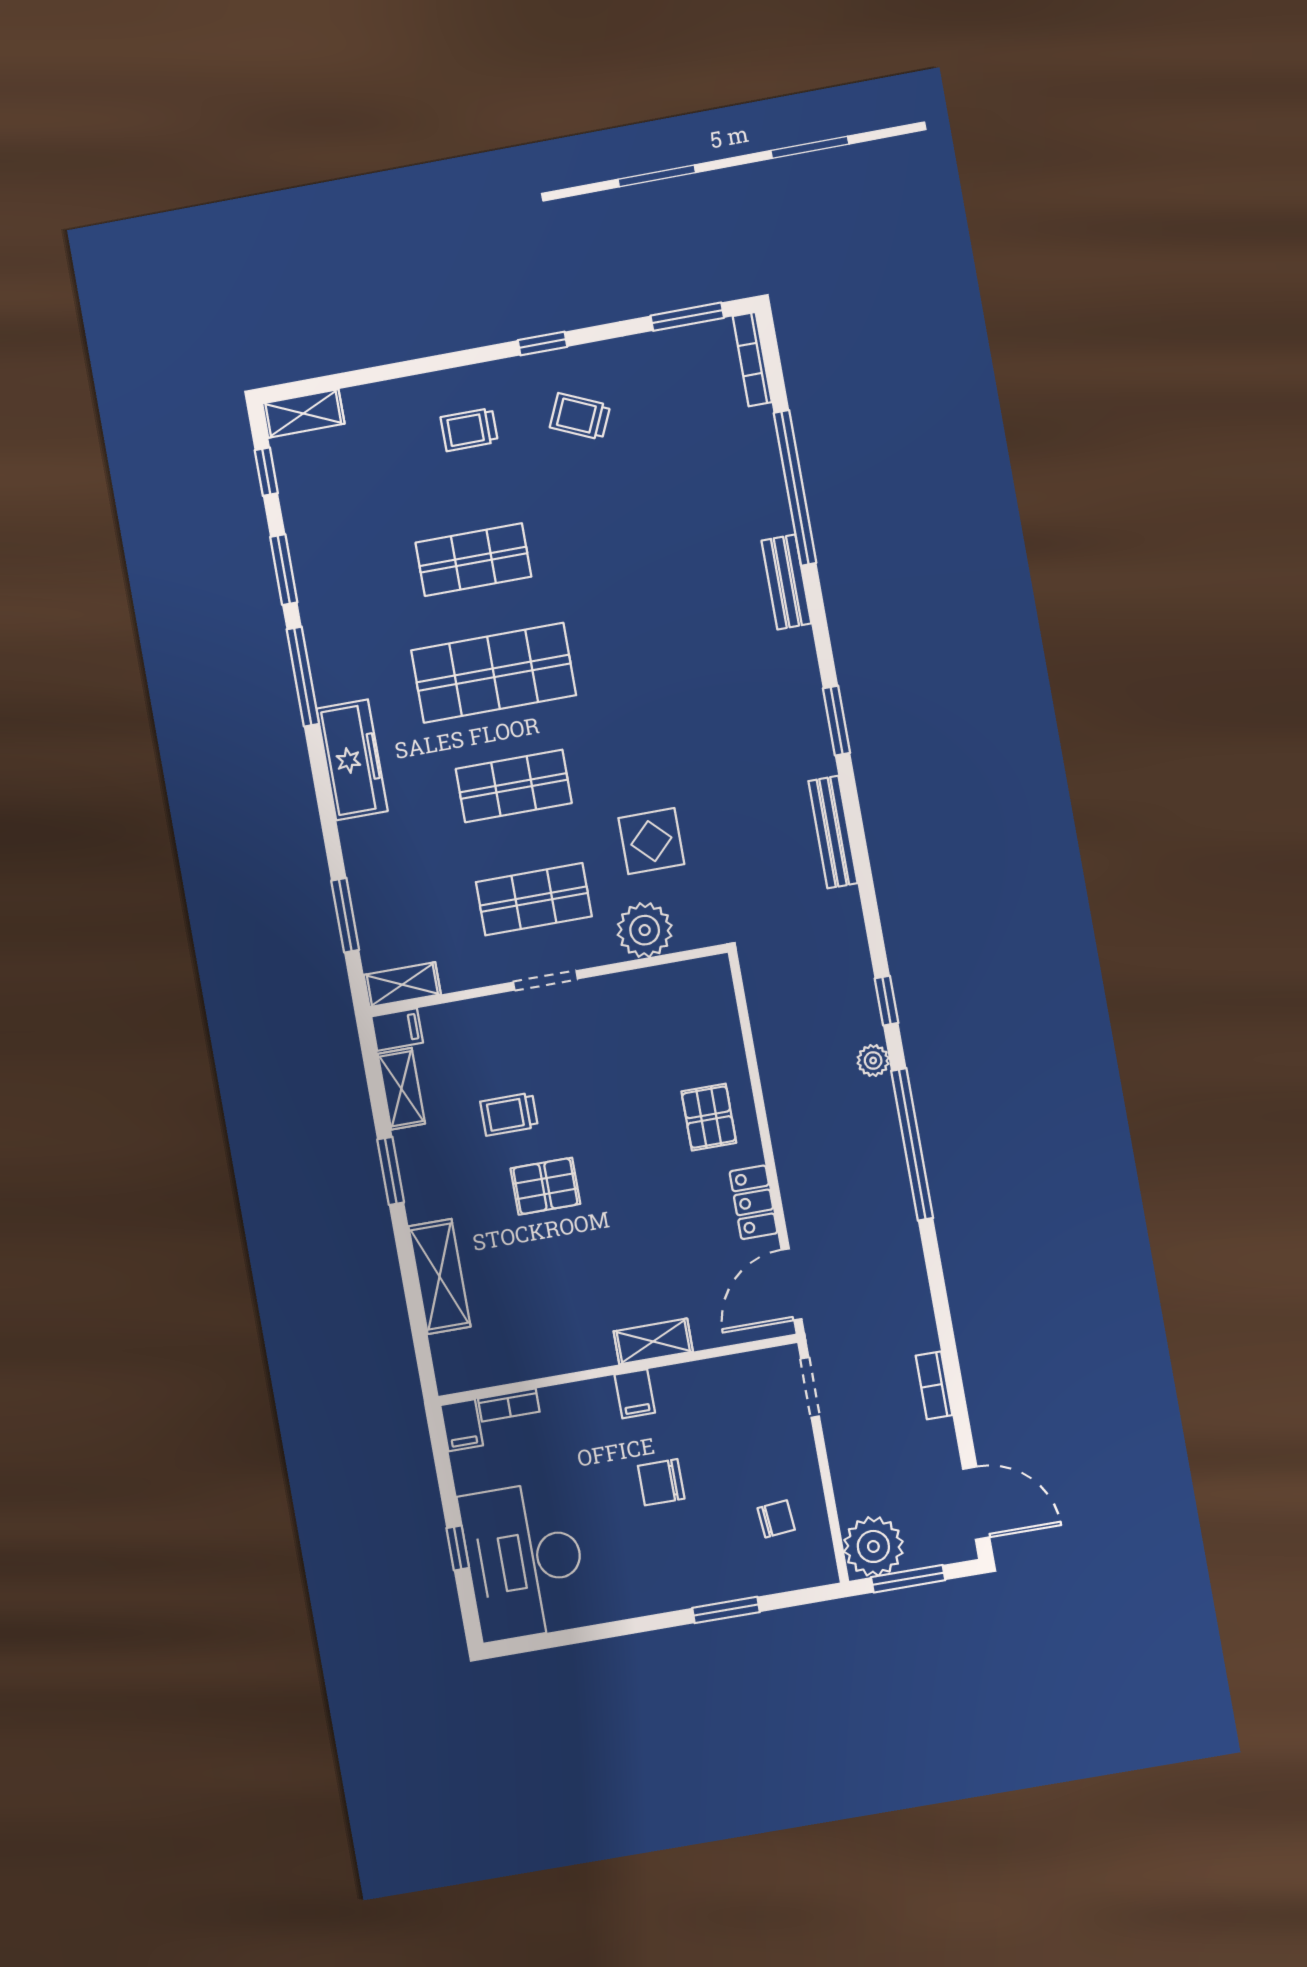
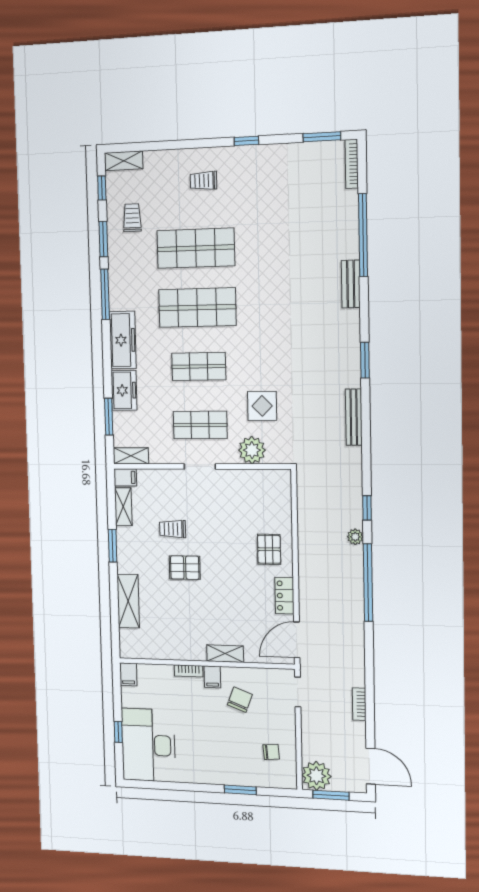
trolley: (580, 416) -> (132, 218), moved, turned 66
shop shelf: (473, 560) -> (196, 248), width x1.43, depth x1.36
freezer: (369, 858) -> (124, 390), added
bookcase: (509, 1405) -> (189, 671), moved
chair: (661, 1482) -> (240, 700), moved, turned 111

